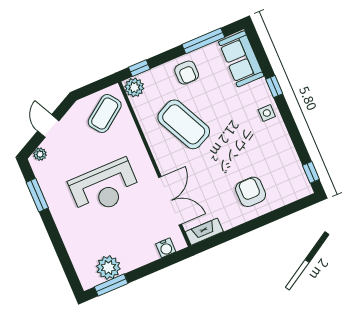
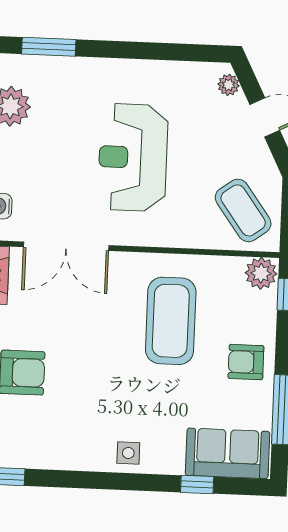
window: (274, 87) -> (197, 484), moved
coffee table: (184, 124) -> (171, 321), turned -64
window: (37, 195) -> (49, 47), moved

